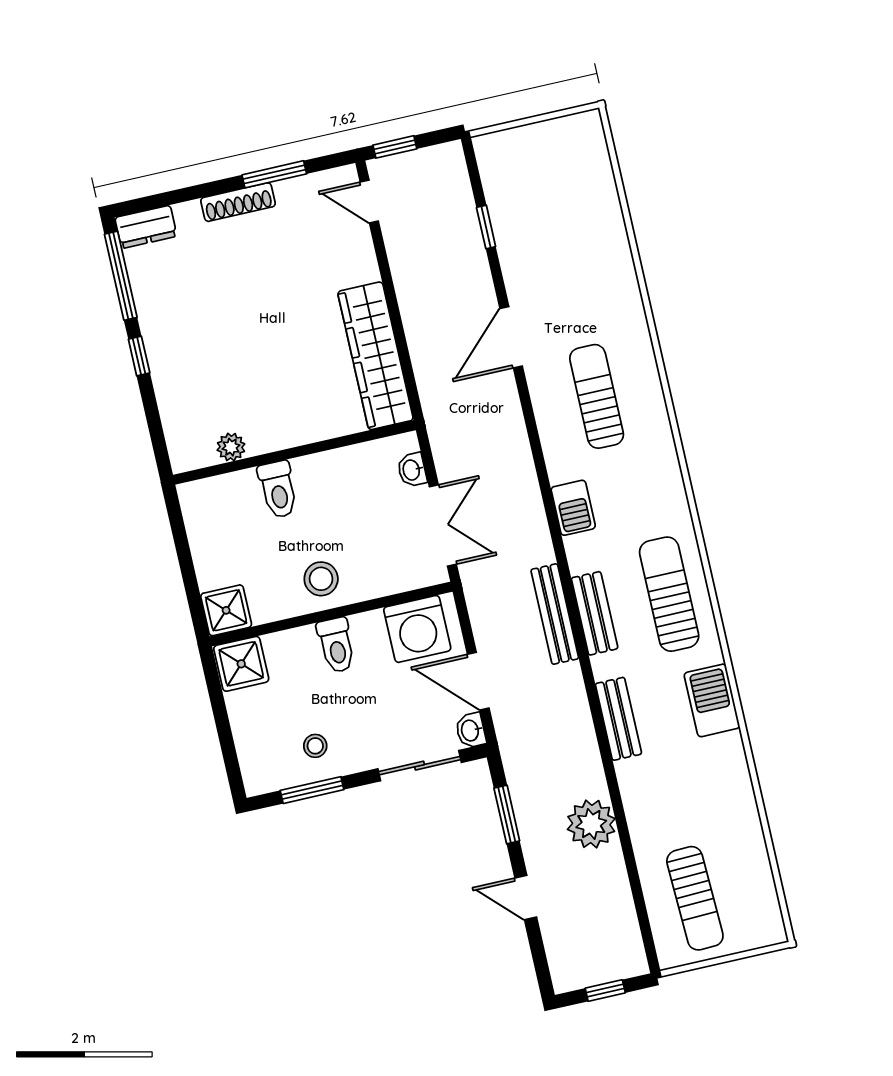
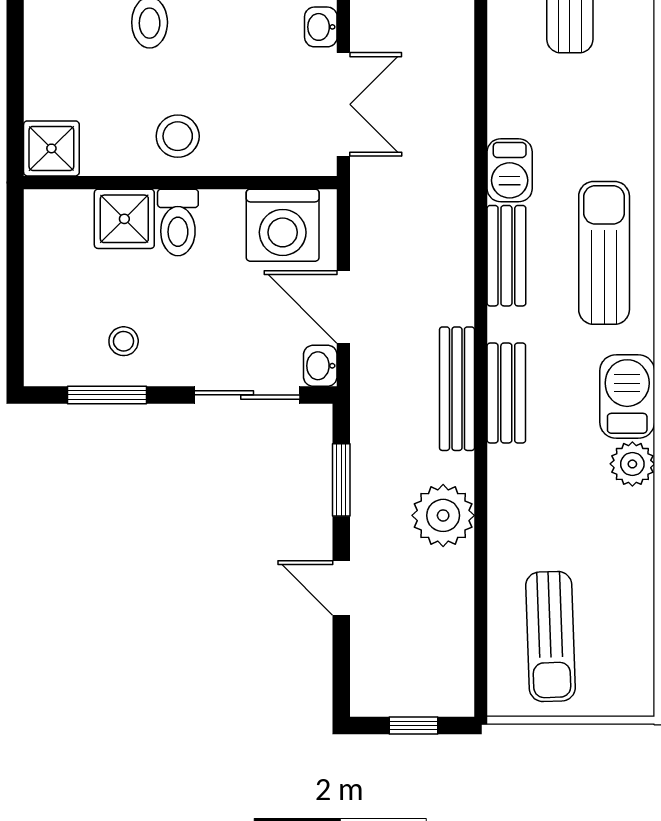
barbecue: (573, 508) -> (510, 170), moved
bench: (555, 614) -> (457, 389), moved
shower: (241, 664) -> (124, 219), moved
plant: (728, 751) -> (632, 464), added

